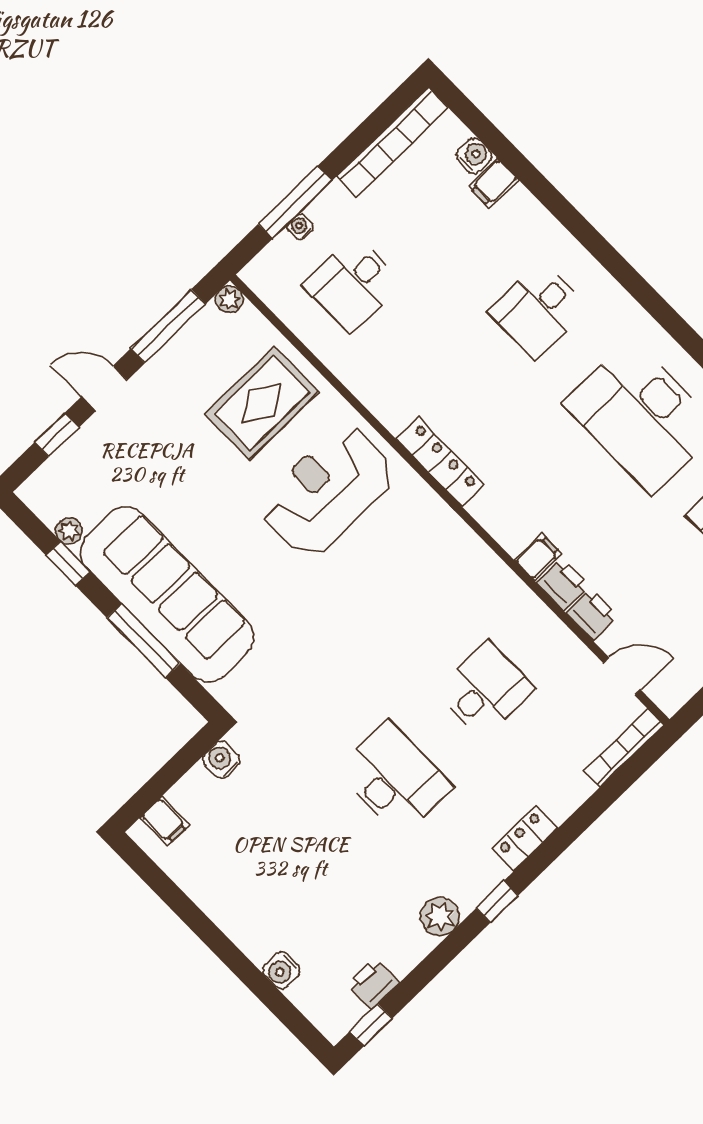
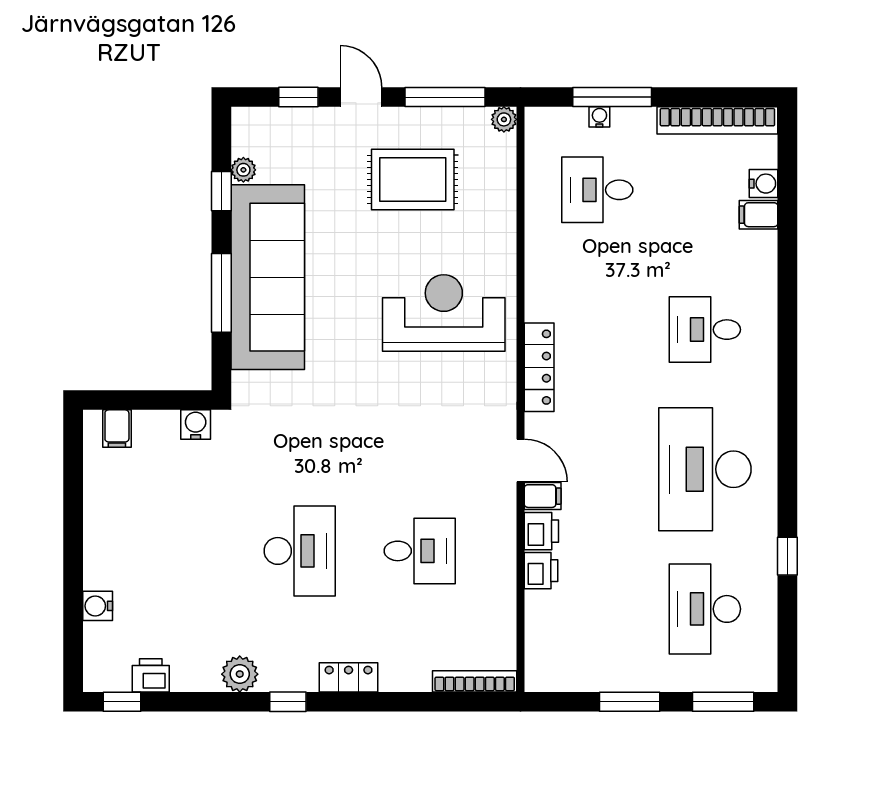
rug: (262, 403) -> (413, 179), moved
door: (622, 676) -> (521, 460), moved

